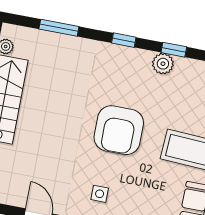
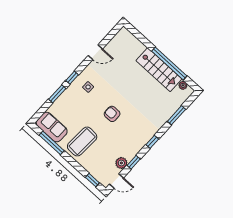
plant: (163, 64) -> (121, 163), moved
armchair: (119, 130) -> (112, 114), width x0.53, depth x0.53

